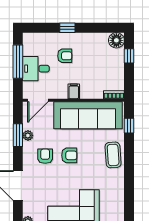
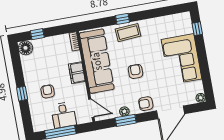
filing cabinet: (74, 91) -> (77, 73), width x2.00
window: (129, 126) -> (122, 19), moved
armchair: (45, 156) -> (146, 104), moved

